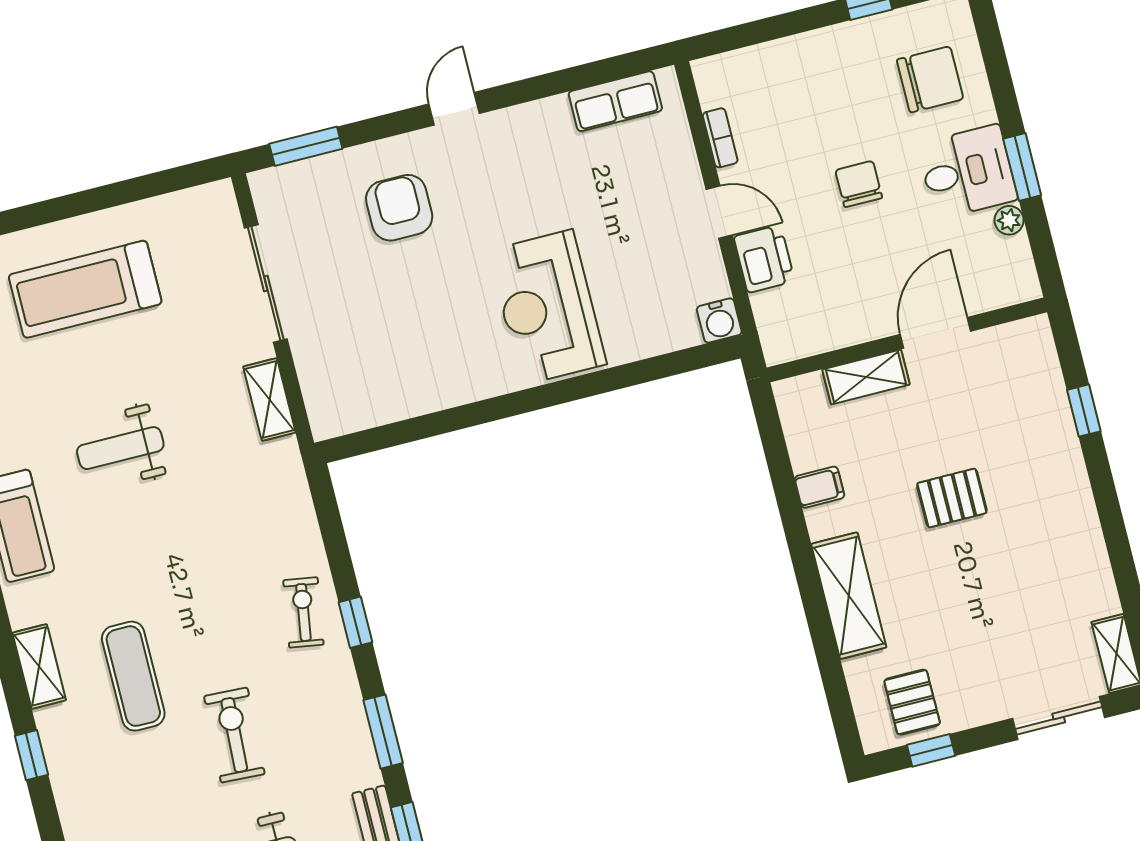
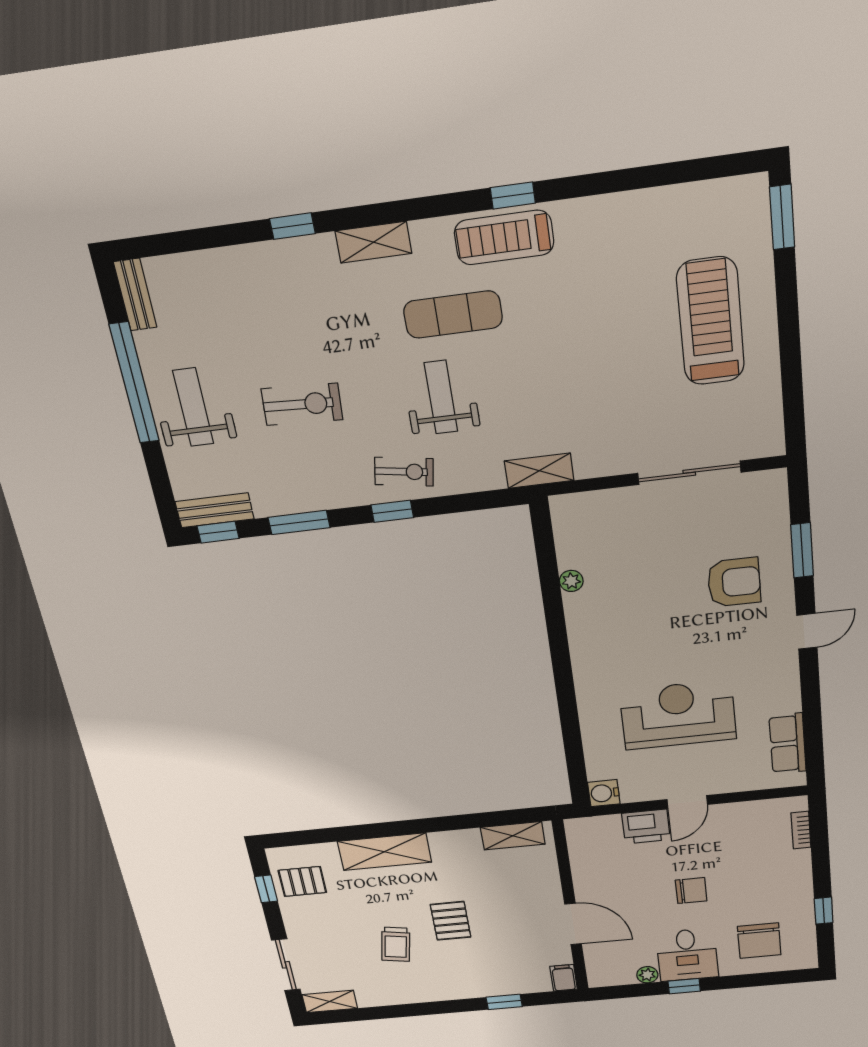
door: (454, 109) -> (807, 631), hinge flipped
bookcase: (720, 138) -> (801, 830), moved, turned 90
window: (306, 146) -> (802, 550), moved
window: (1022, 167) -> (684, 986), width x0.67
reception desk: (547, 307) -> (678, 715), moved
shelving: (866, 377) -> (513, 836), moved, turned 90
shelving: (269, 400) -> (539, 471), moved
plant: (421, 401) -> (571, 581), added
weight bench: (120, 448) -> (441, 397), moved
filing cabinet: (820, 487) -> (564, 978), moved, turned 180
trolley: (1002, 569) -> (396, 944), added
exercise mat: (133, 676) -> (453, 315), moved

